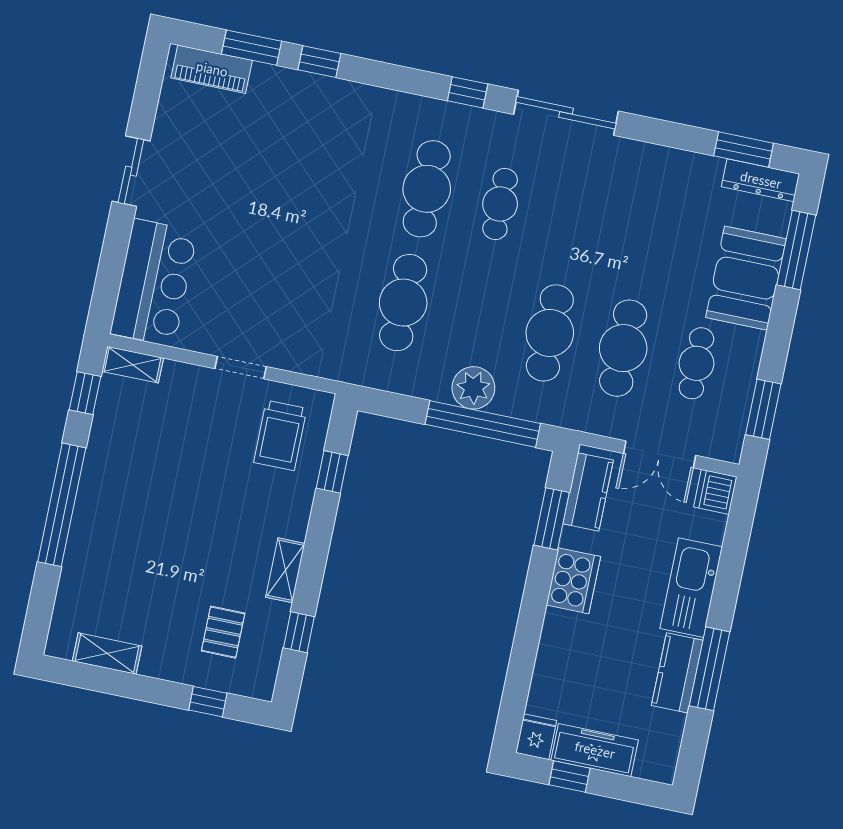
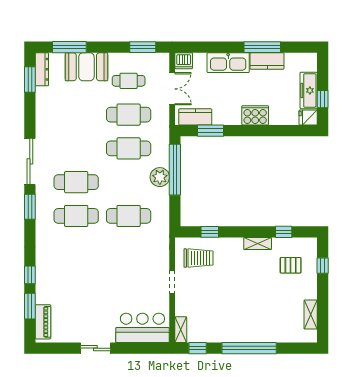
window: (468, 92) -> (30, 207), width x1.50
cafe table: (500, 204) -> (76, 182), width x1.37, depth x1.35
cooker: (573, 581) -> (255, 115), moved

